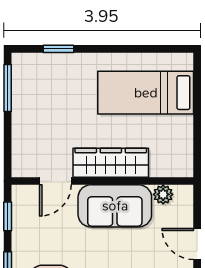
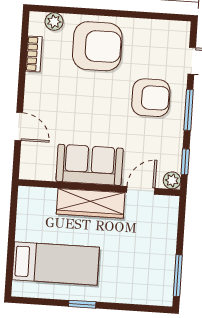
window: (59, 49) -> (82, 304), moved
plant: (163, 194) -> (172, 180), moved

